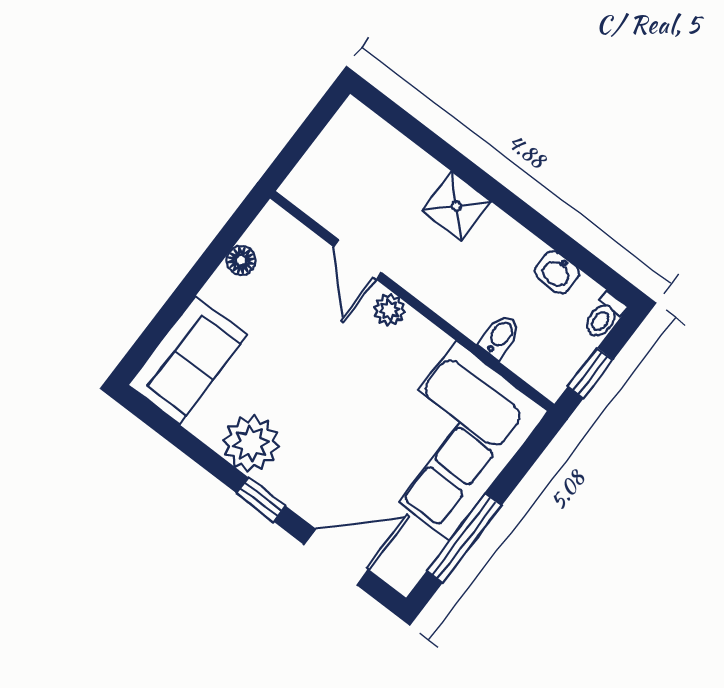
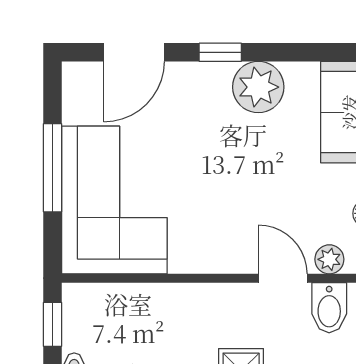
plant: (389, 310) -> (329, 259), moved
bidet: (500, 336) -> (329, 308), moved, width x1.38, depth x1.36
window: (464, 538) -> (53, 168), moved

